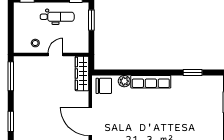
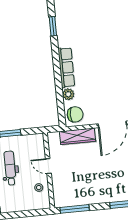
wardrobe: (82, 74) -> (78, 136), moved
chair: (104, 86) -> (75, 114), turned 90

